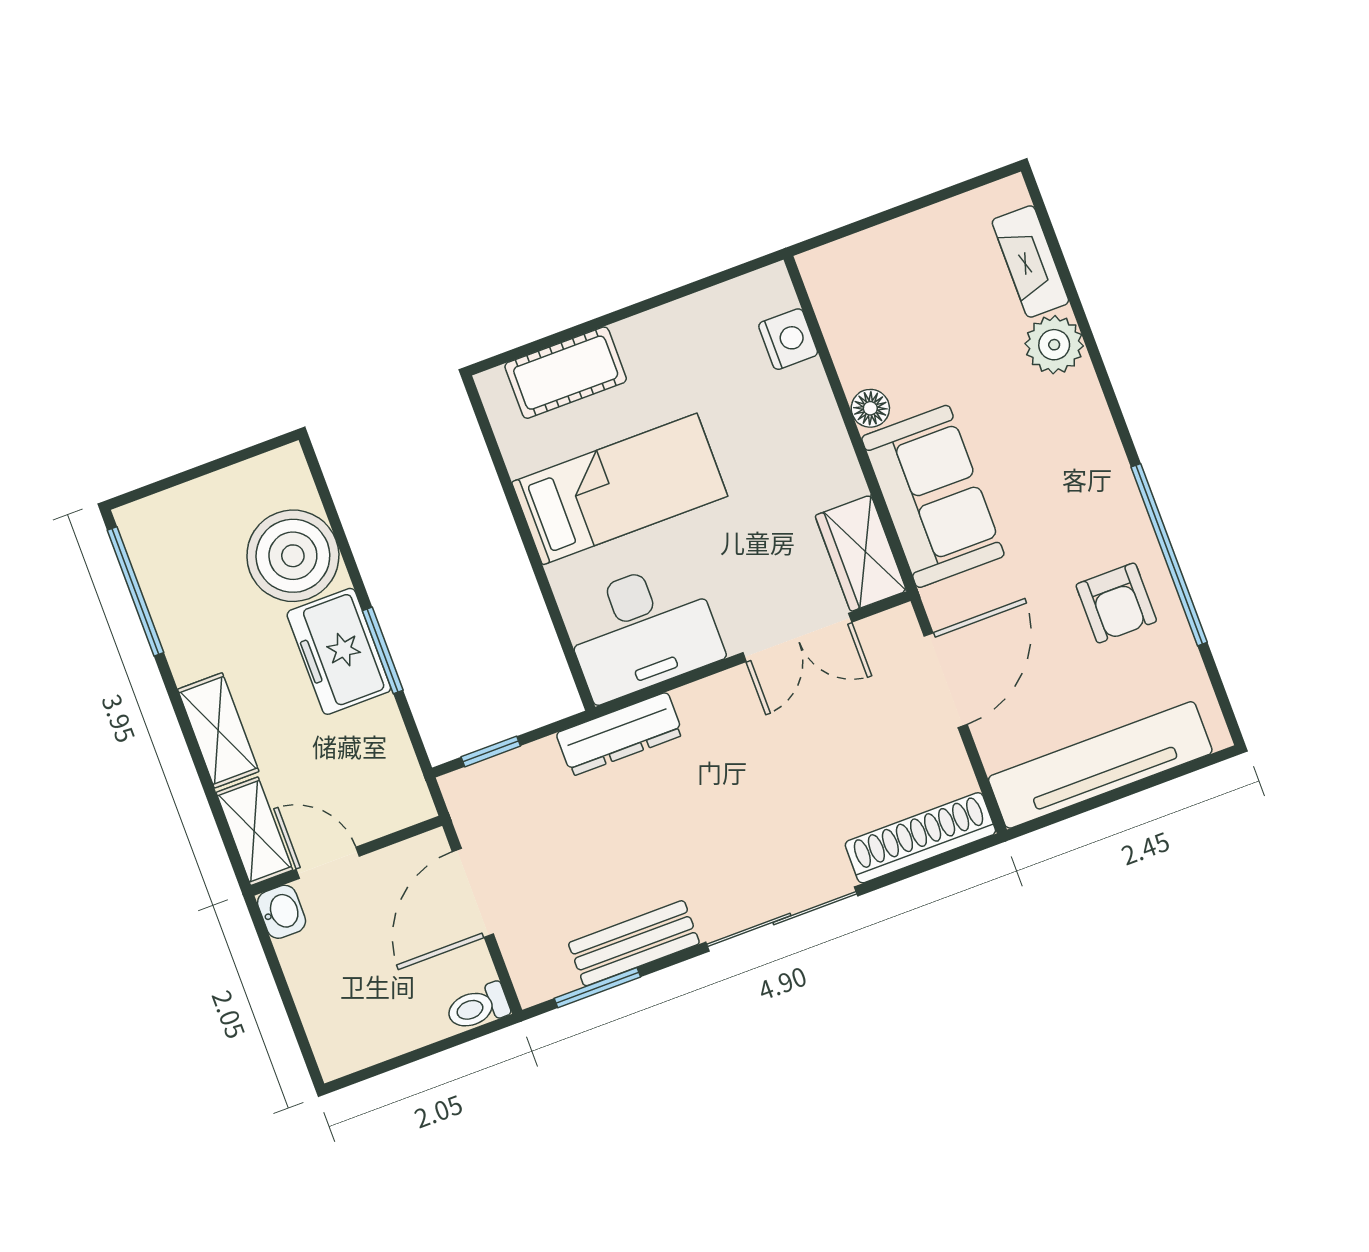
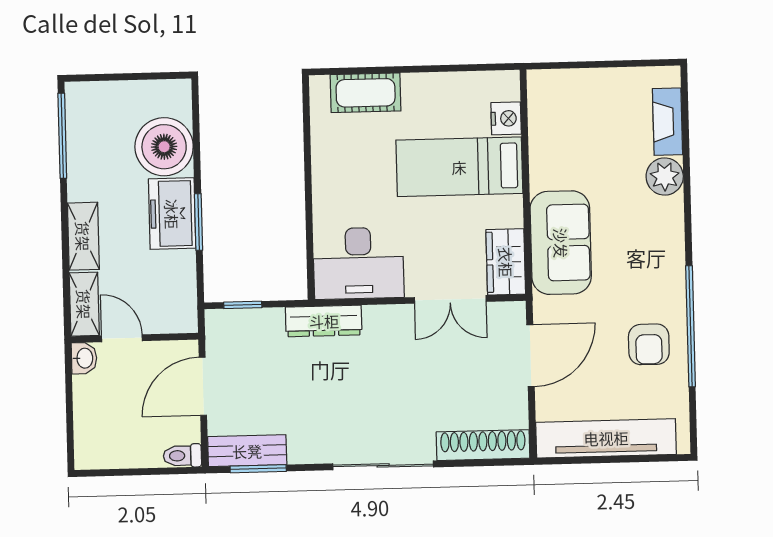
floor lamp: (870, 408) -> (541, 177), removed
bed: (620, 489) -> (459, 167), moved, turned 180
bench: (634, 943) -> (247, 451), moved

